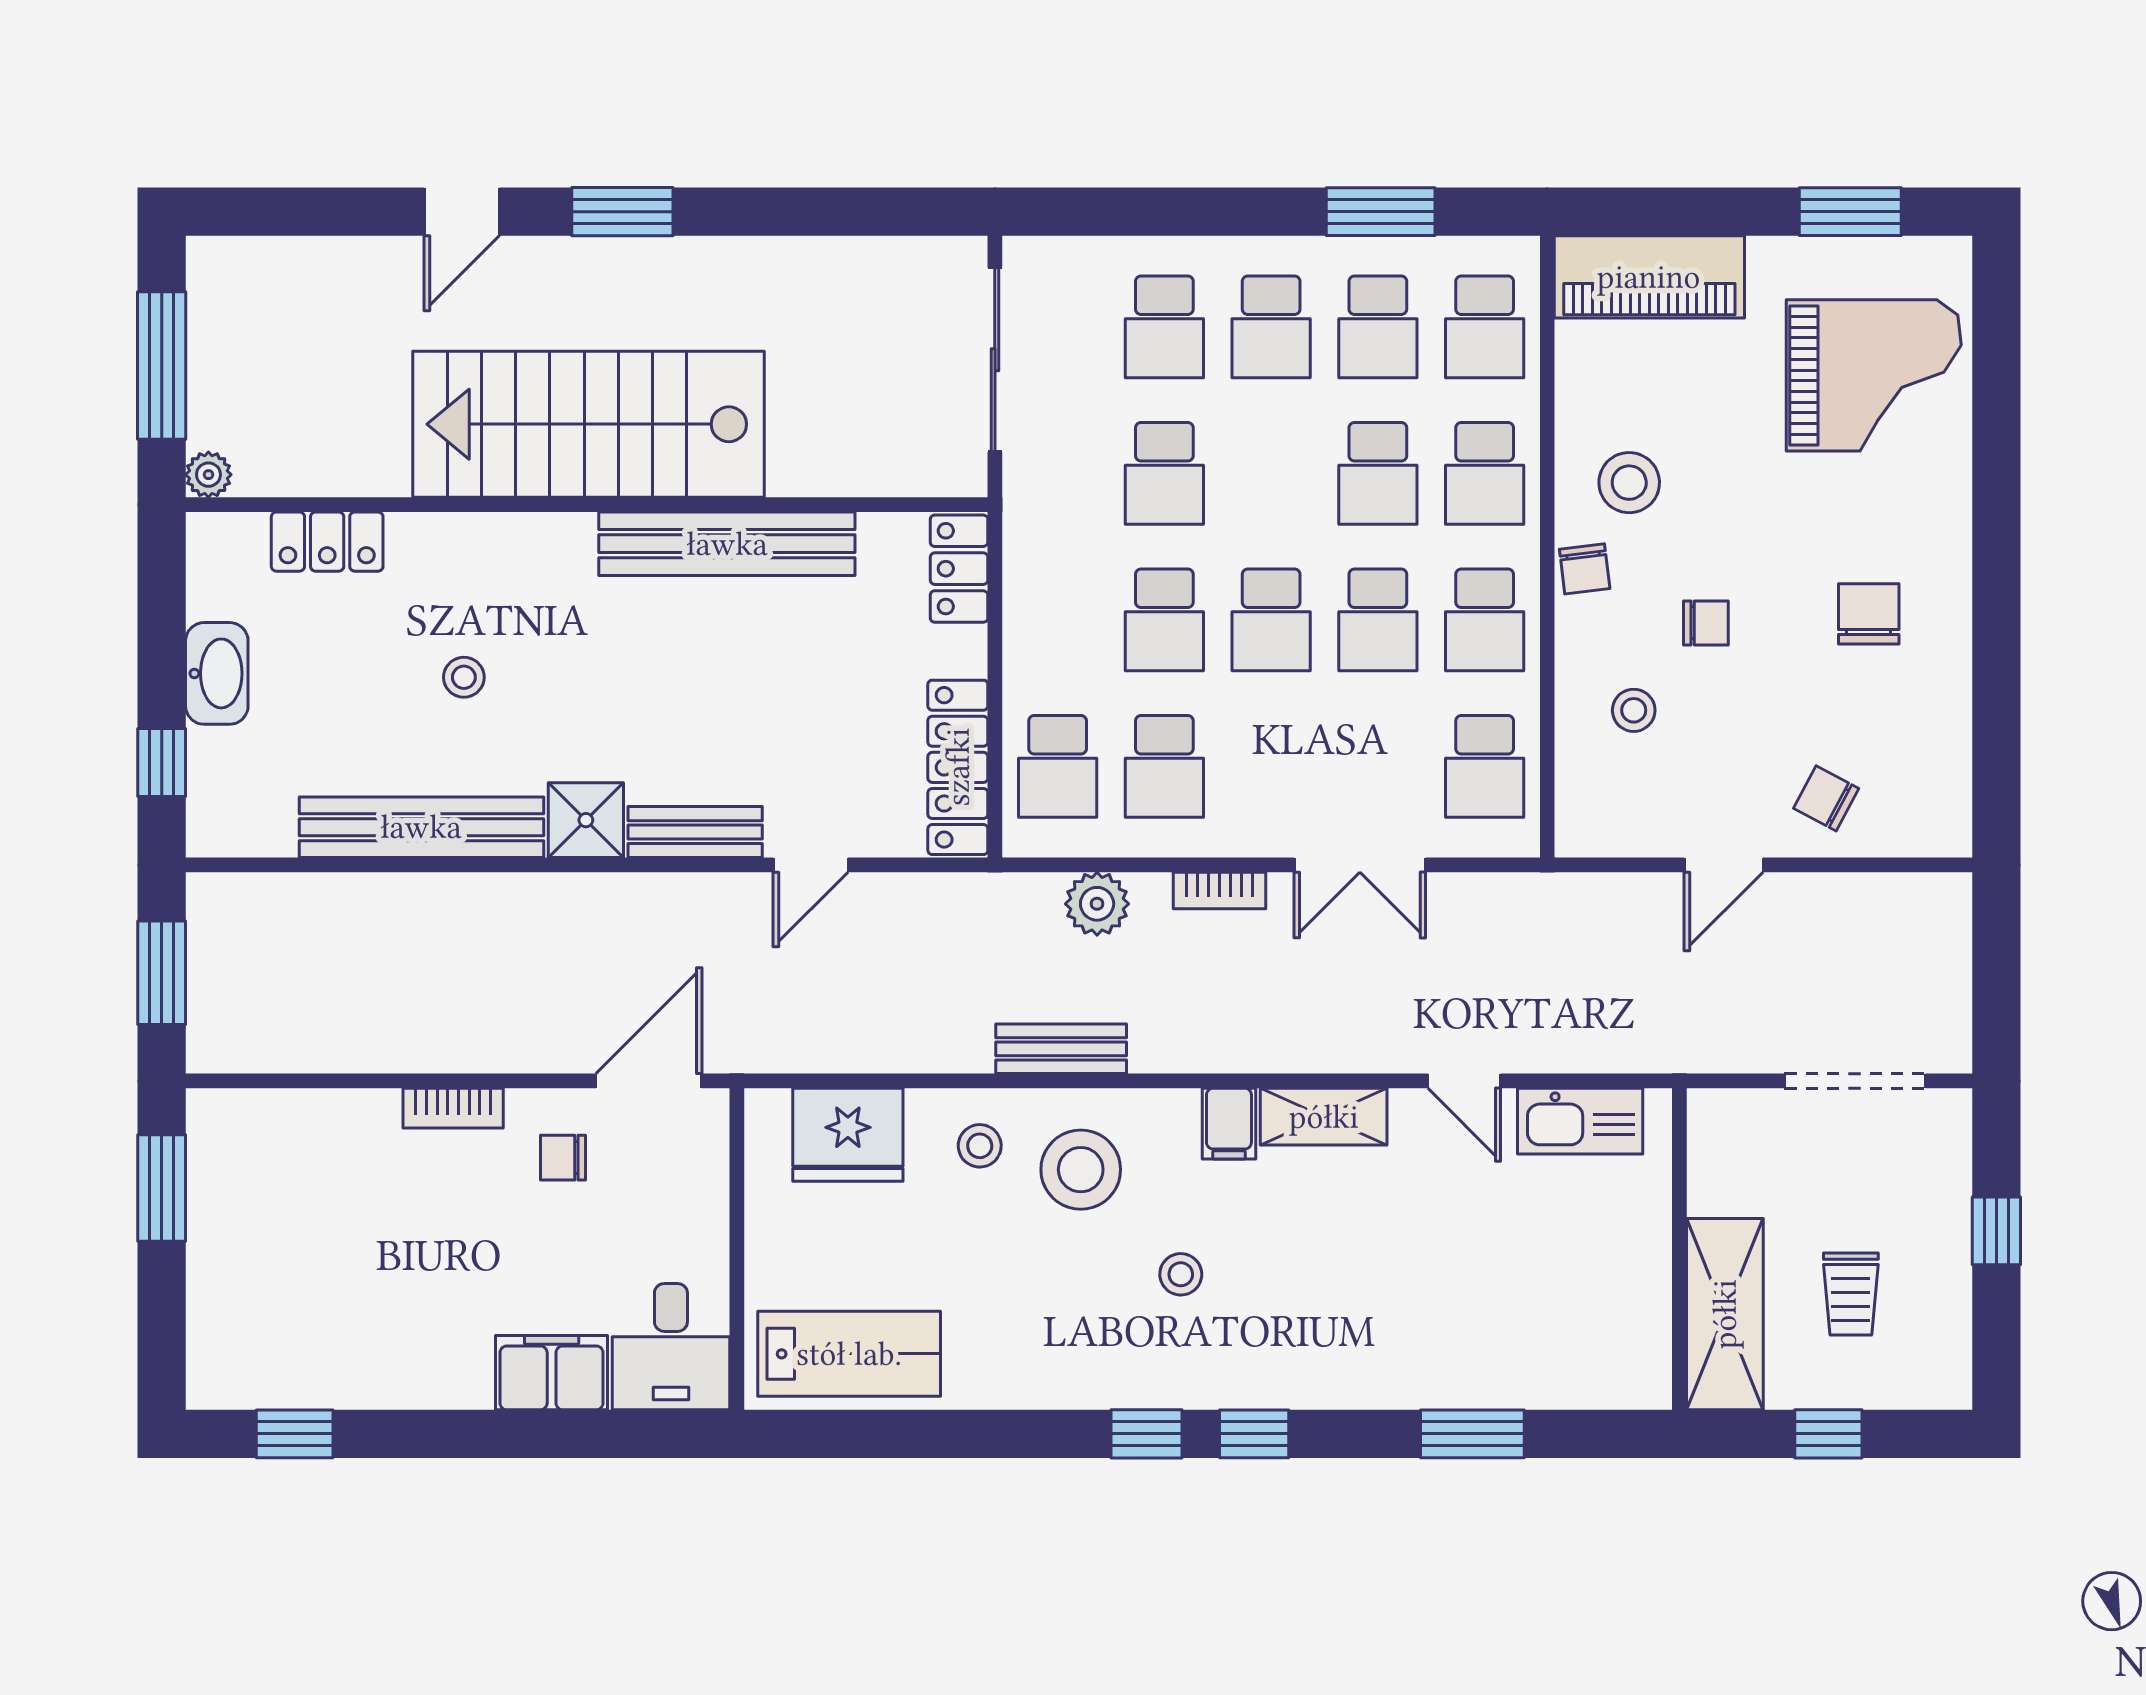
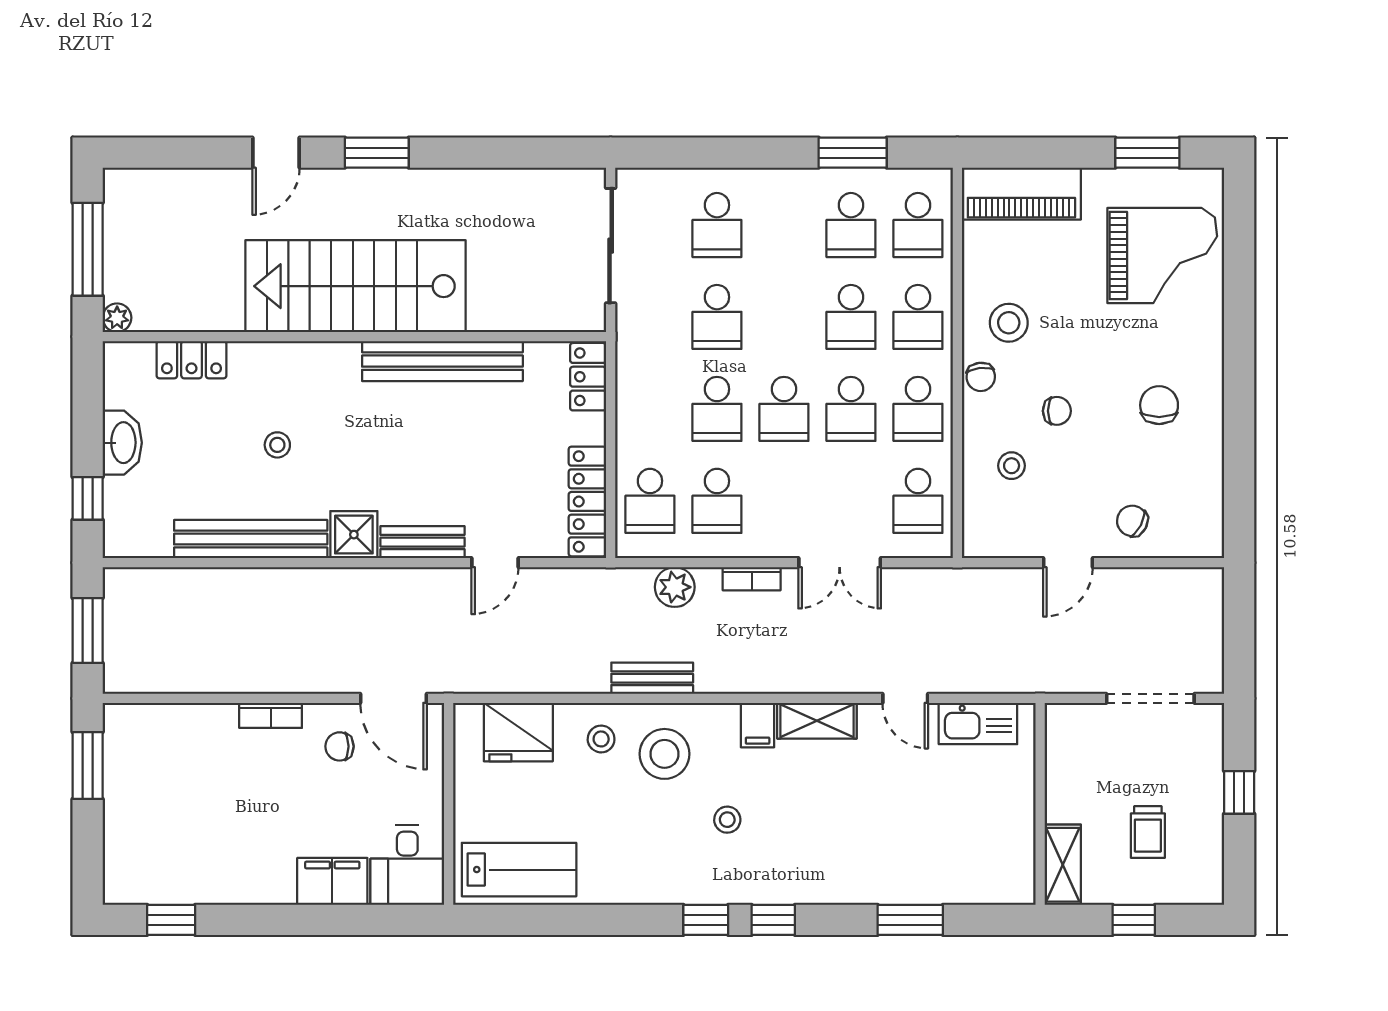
school desk: (1271, 327) -> (784, 225), removed
door: (649, 1081) -> (393, 698), swing flipped
shelving: (1725, 1314) -> (1063, 865), width x0.67, depth x0.75

